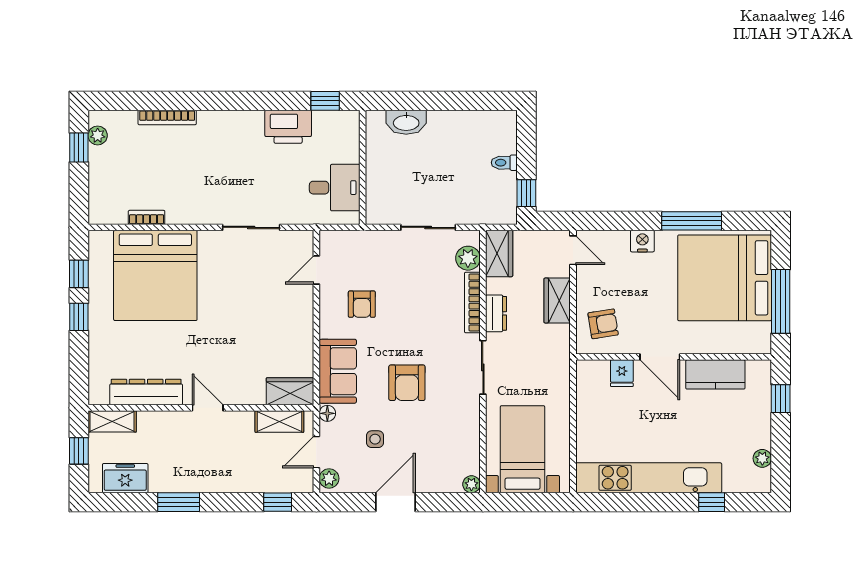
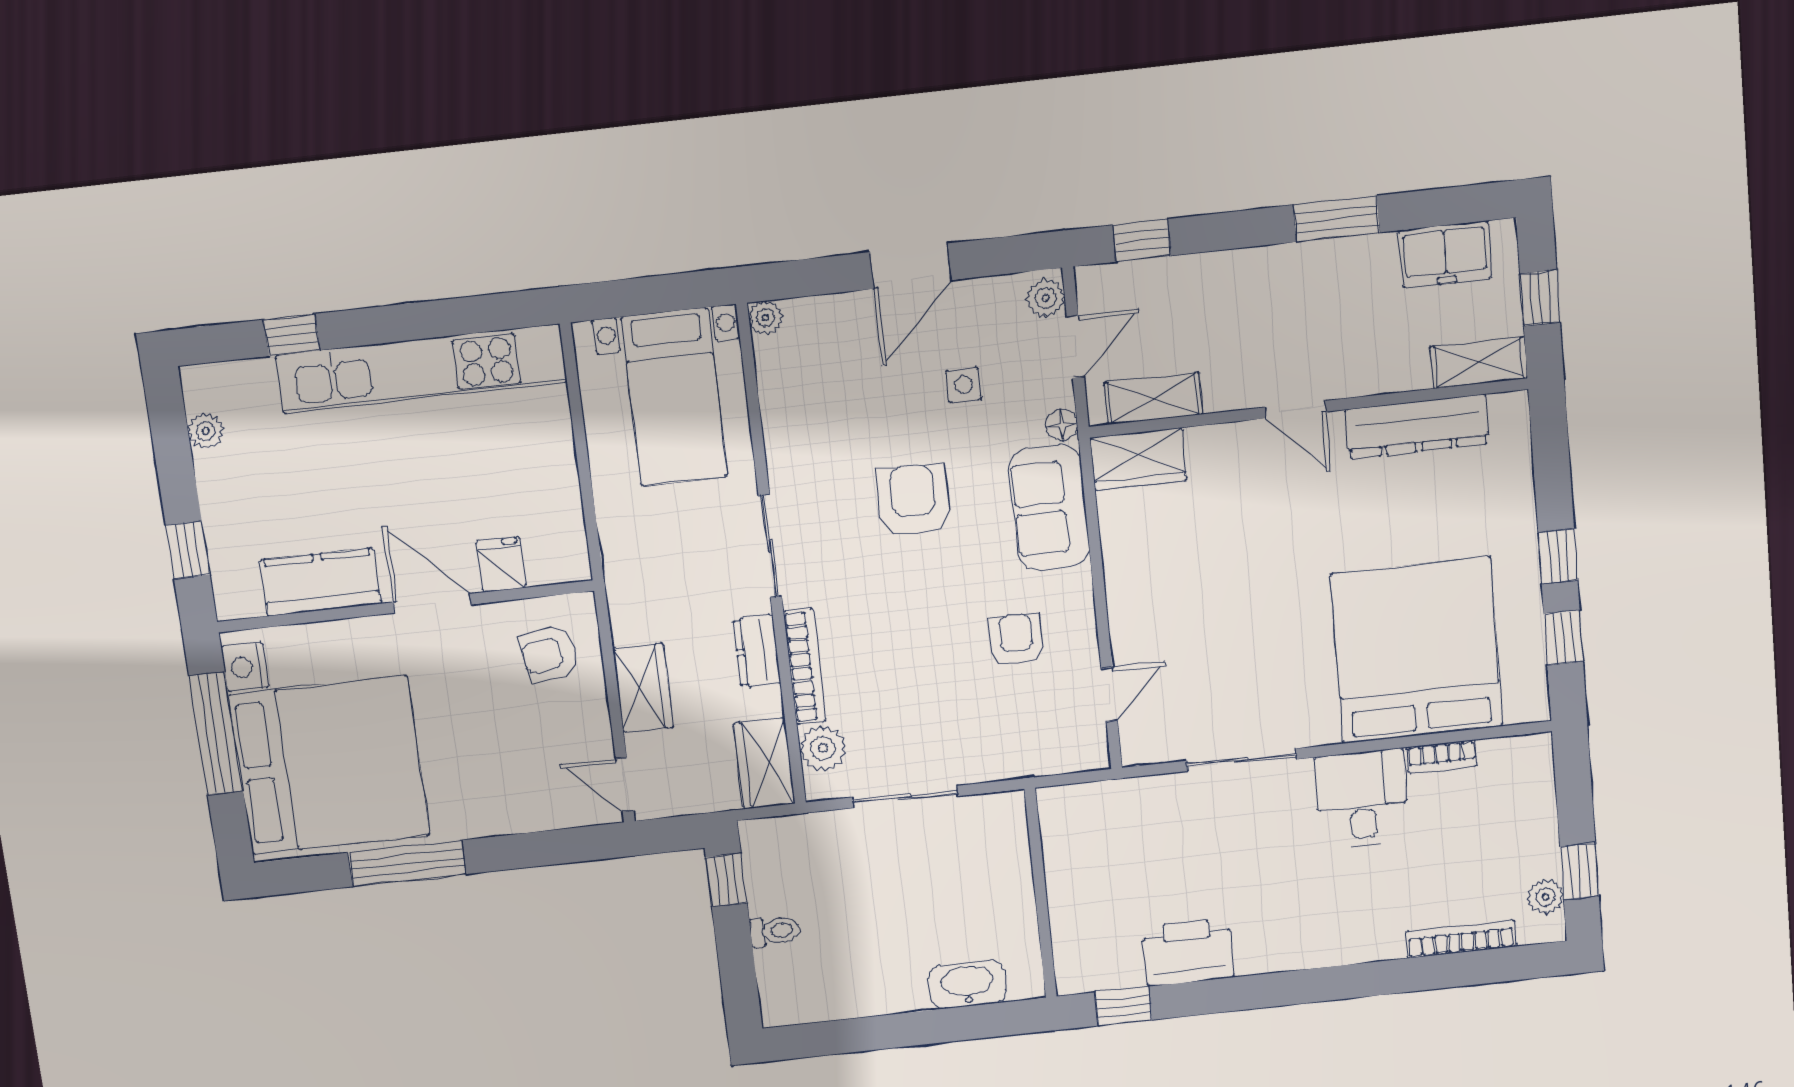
bookcase: (167, 117) -> (1461, 939), moved
desk: (335, 188) -> (1362, 799), moved, turned 90
nightstand: (642, 241) -> (245, 667), moved, turned 90

